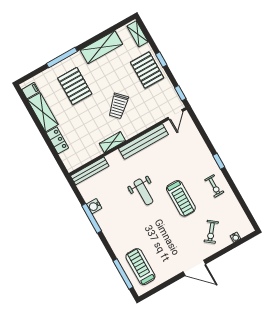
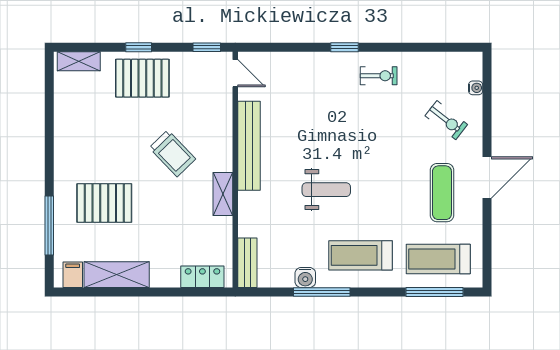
shelving: (101, 47) -> (68, 128), removed
window: (62, 57) -> (49, 225), moved
locker: (57, 140) -> (202, 277), moved
bench: (90, 171) -> (247, 263), width x0.73
treadmill: (181, 198) -> (360, 255), moved, turned 180
exercise mat: (174, 250) -> (442, 193), added

